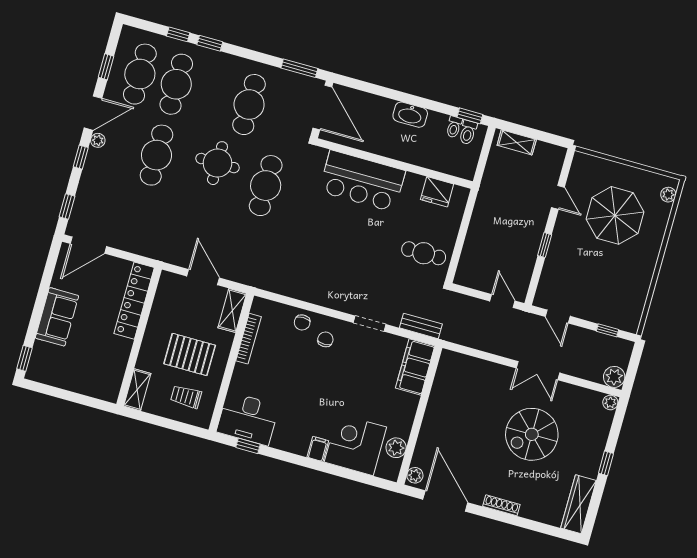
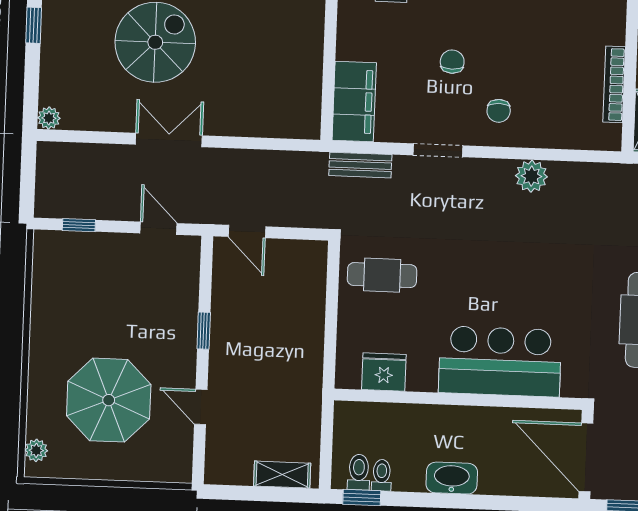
chair: (302, 322) -> (452, 62), moved
plant: (614, 377) -> (531, 176), moved

